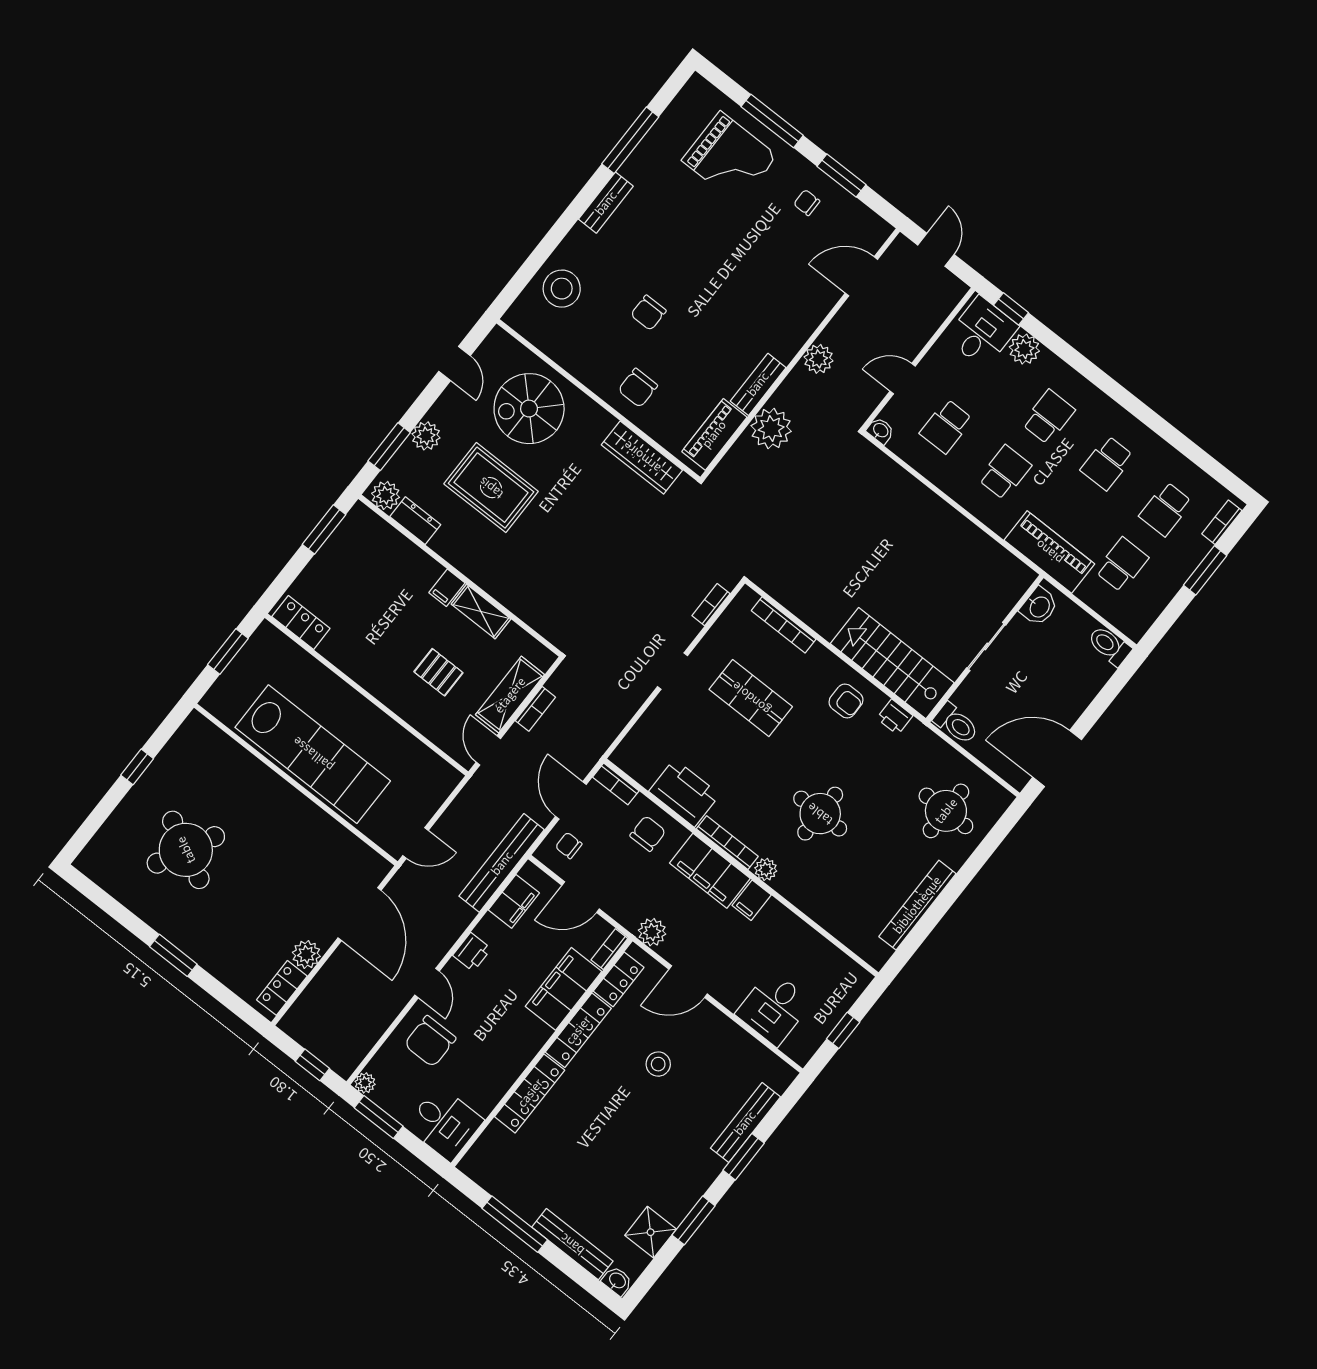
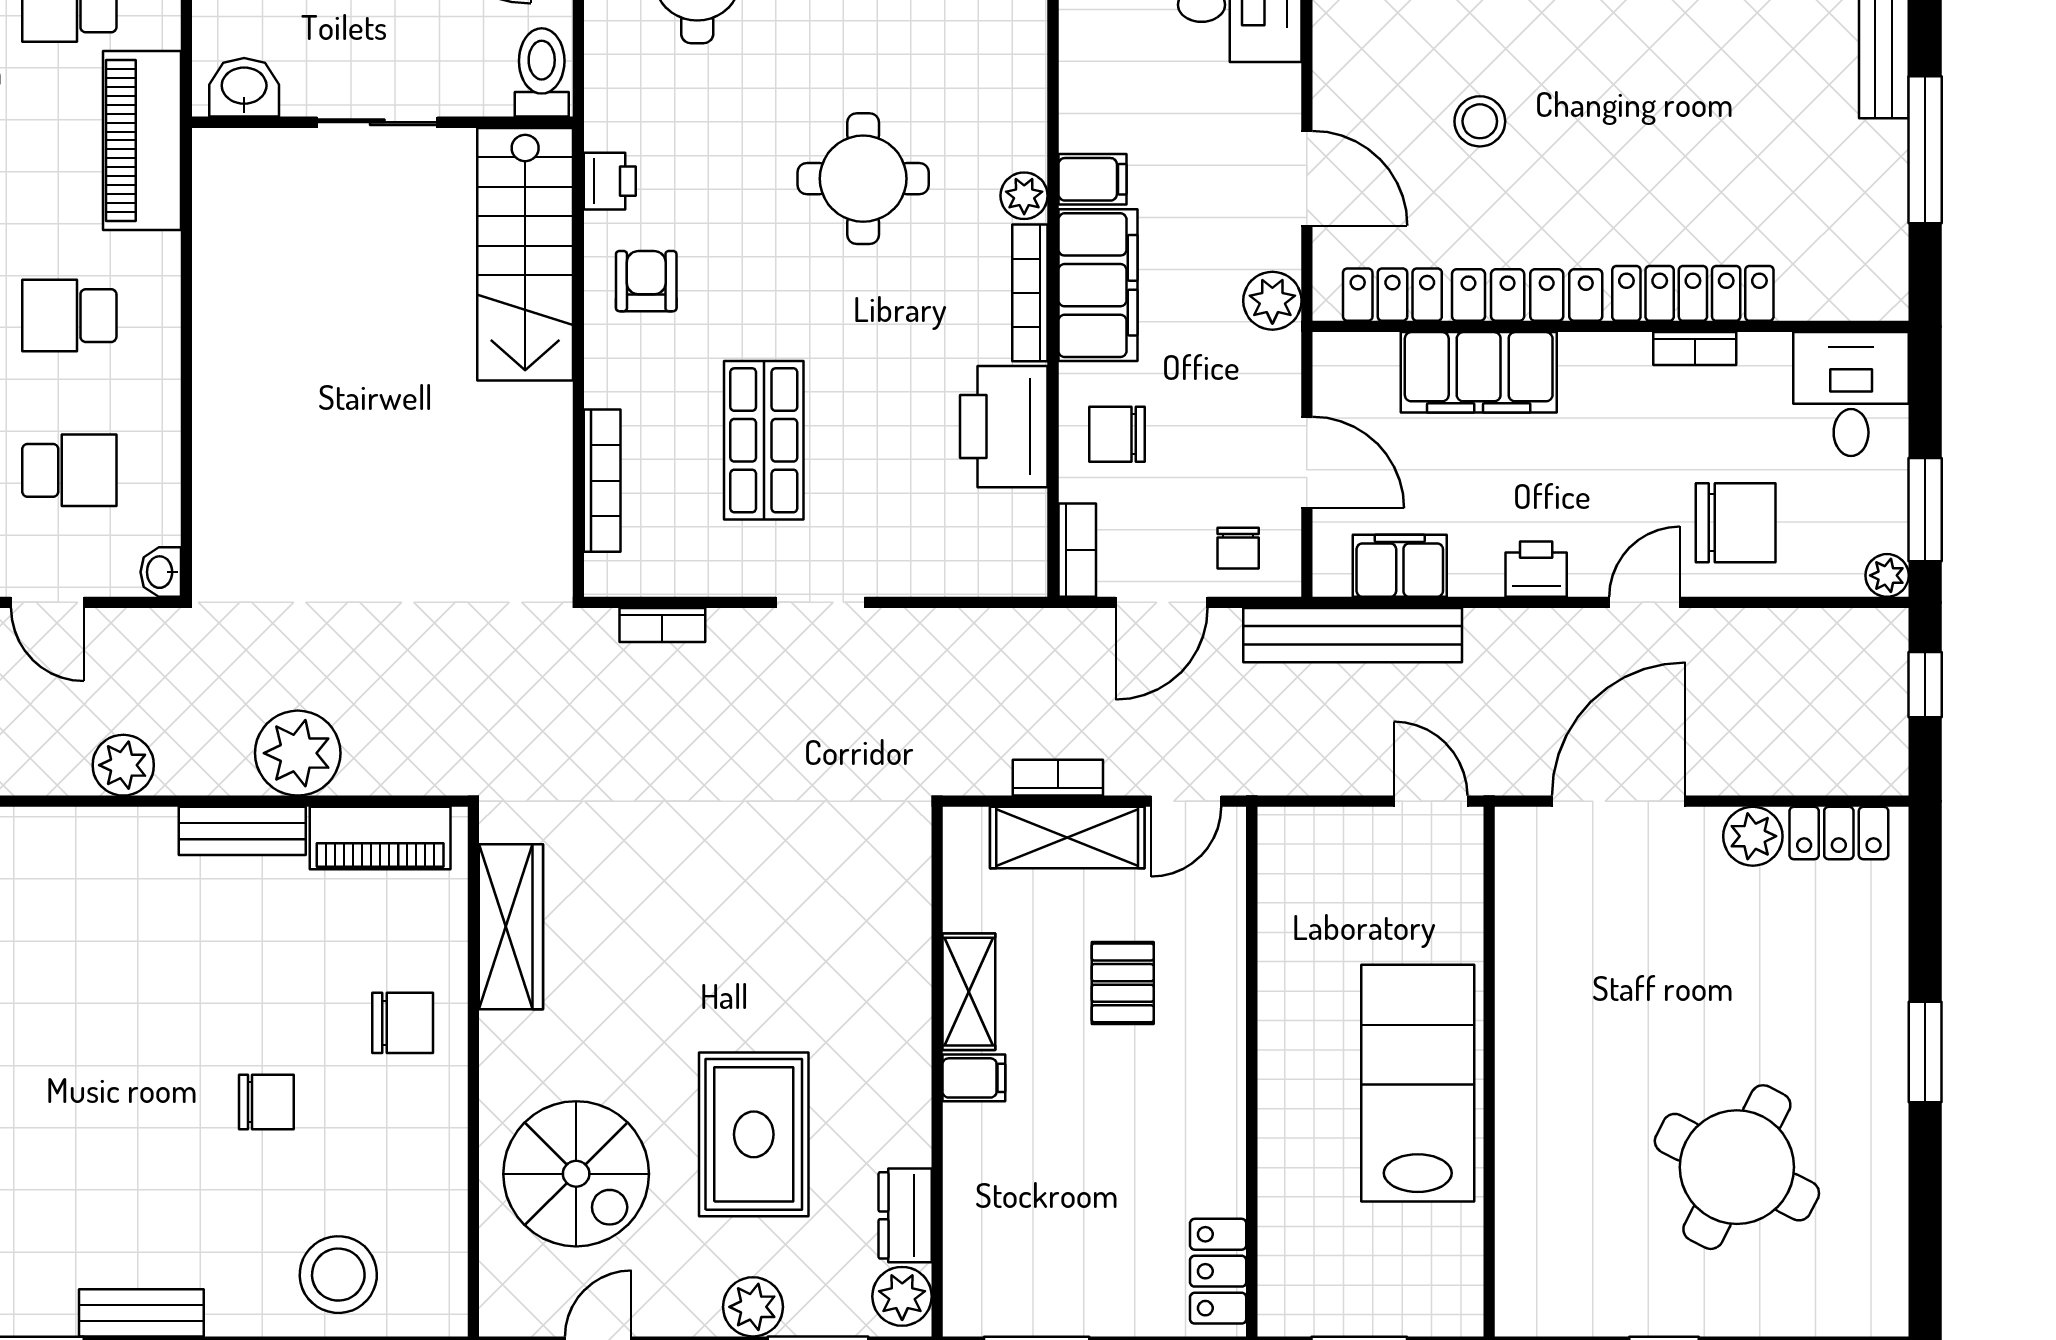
lab bench: (313, 754) -> (1418, 1083), width x0.73
bookcase: (609, 949) -> (1695, 349), moved

